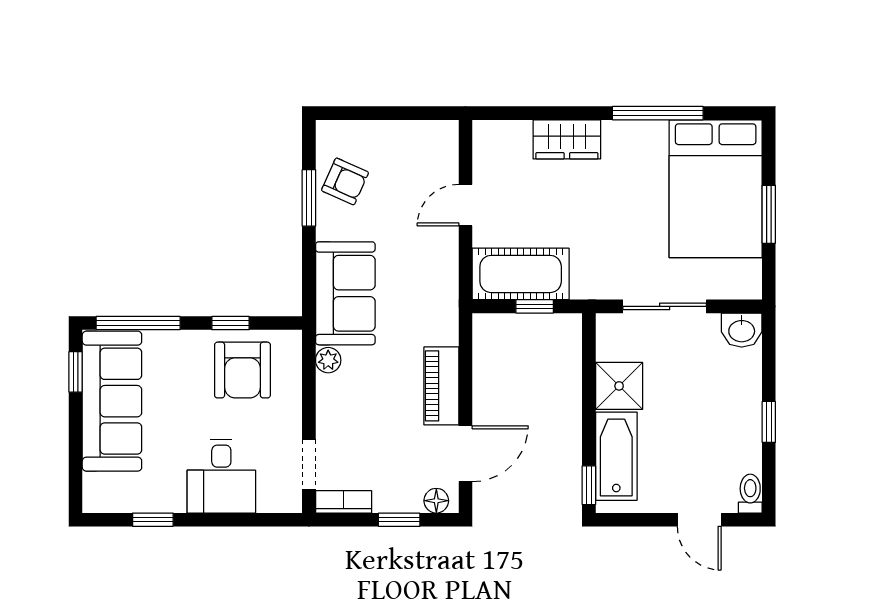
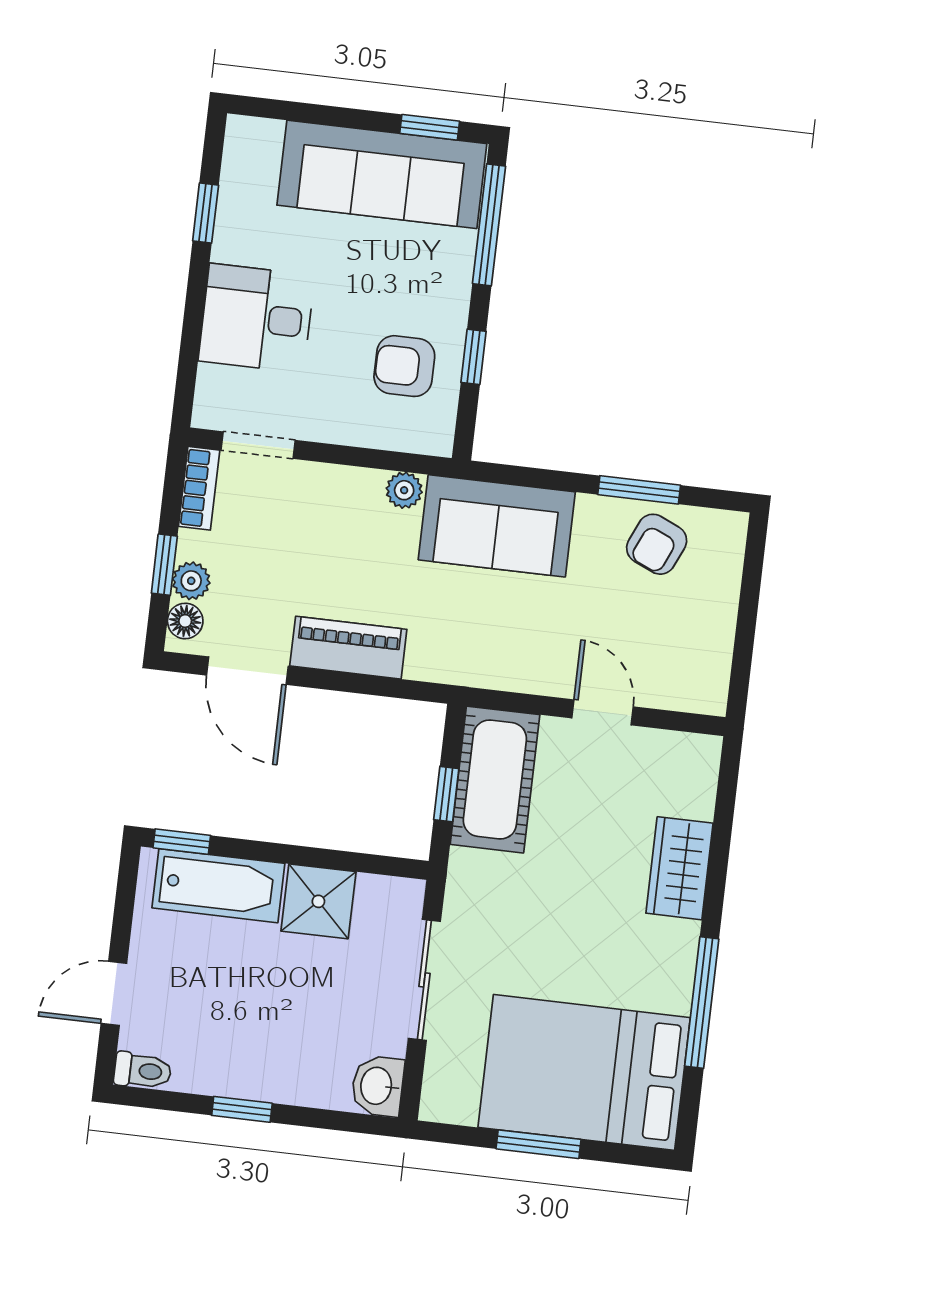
armchair: (242, 370) -> (404, 366), width x0.72, depth x0.72
plant: (408, 500) -> (191, 581), added

